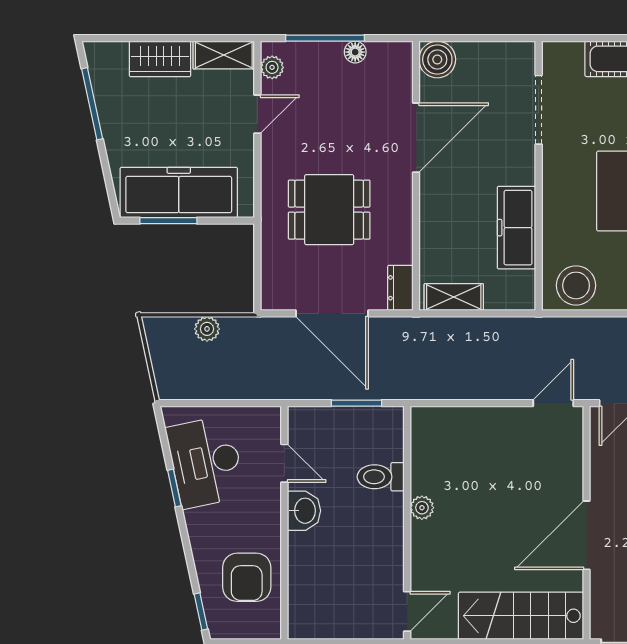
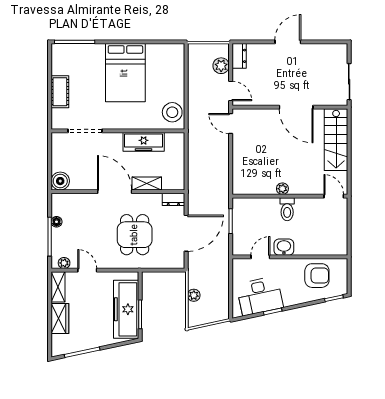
door: (416, 138) -> (115, 192), moved
shelving: (454, 297) -> (147, 184), moved, turned 90
toilet: (381, 477) -> (287, 209), moved

